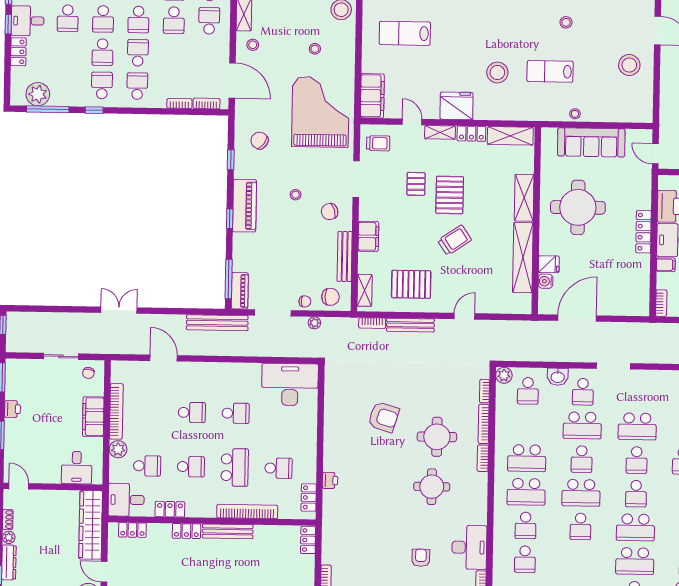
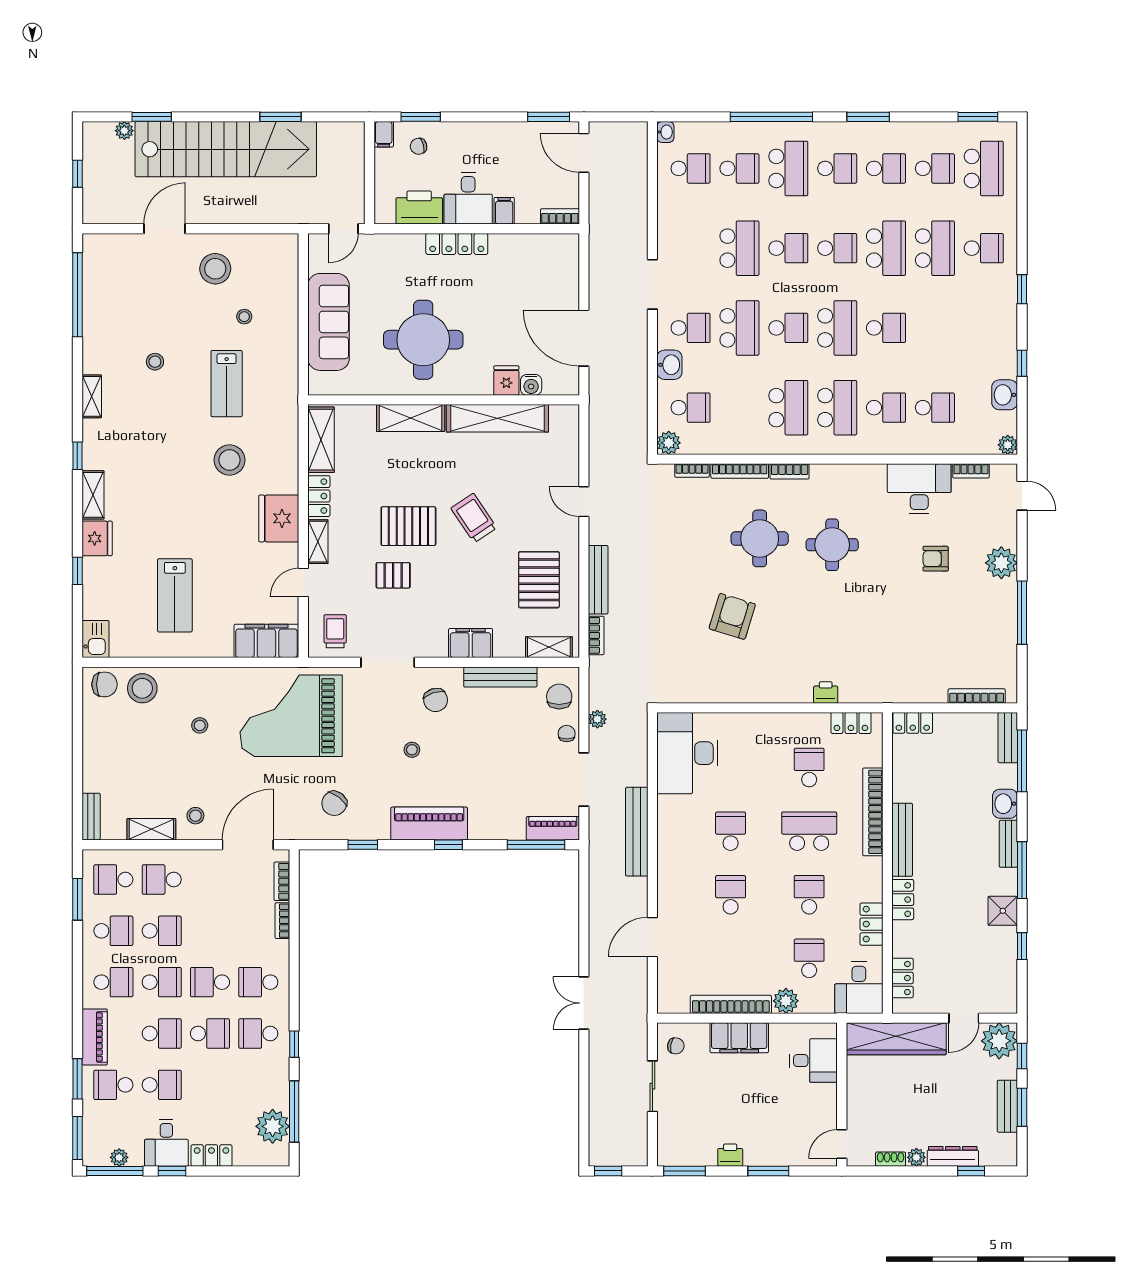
stool: (575, 114) -> (244, 317), moved
bench: (217, 323) -> (637, 832), moved

